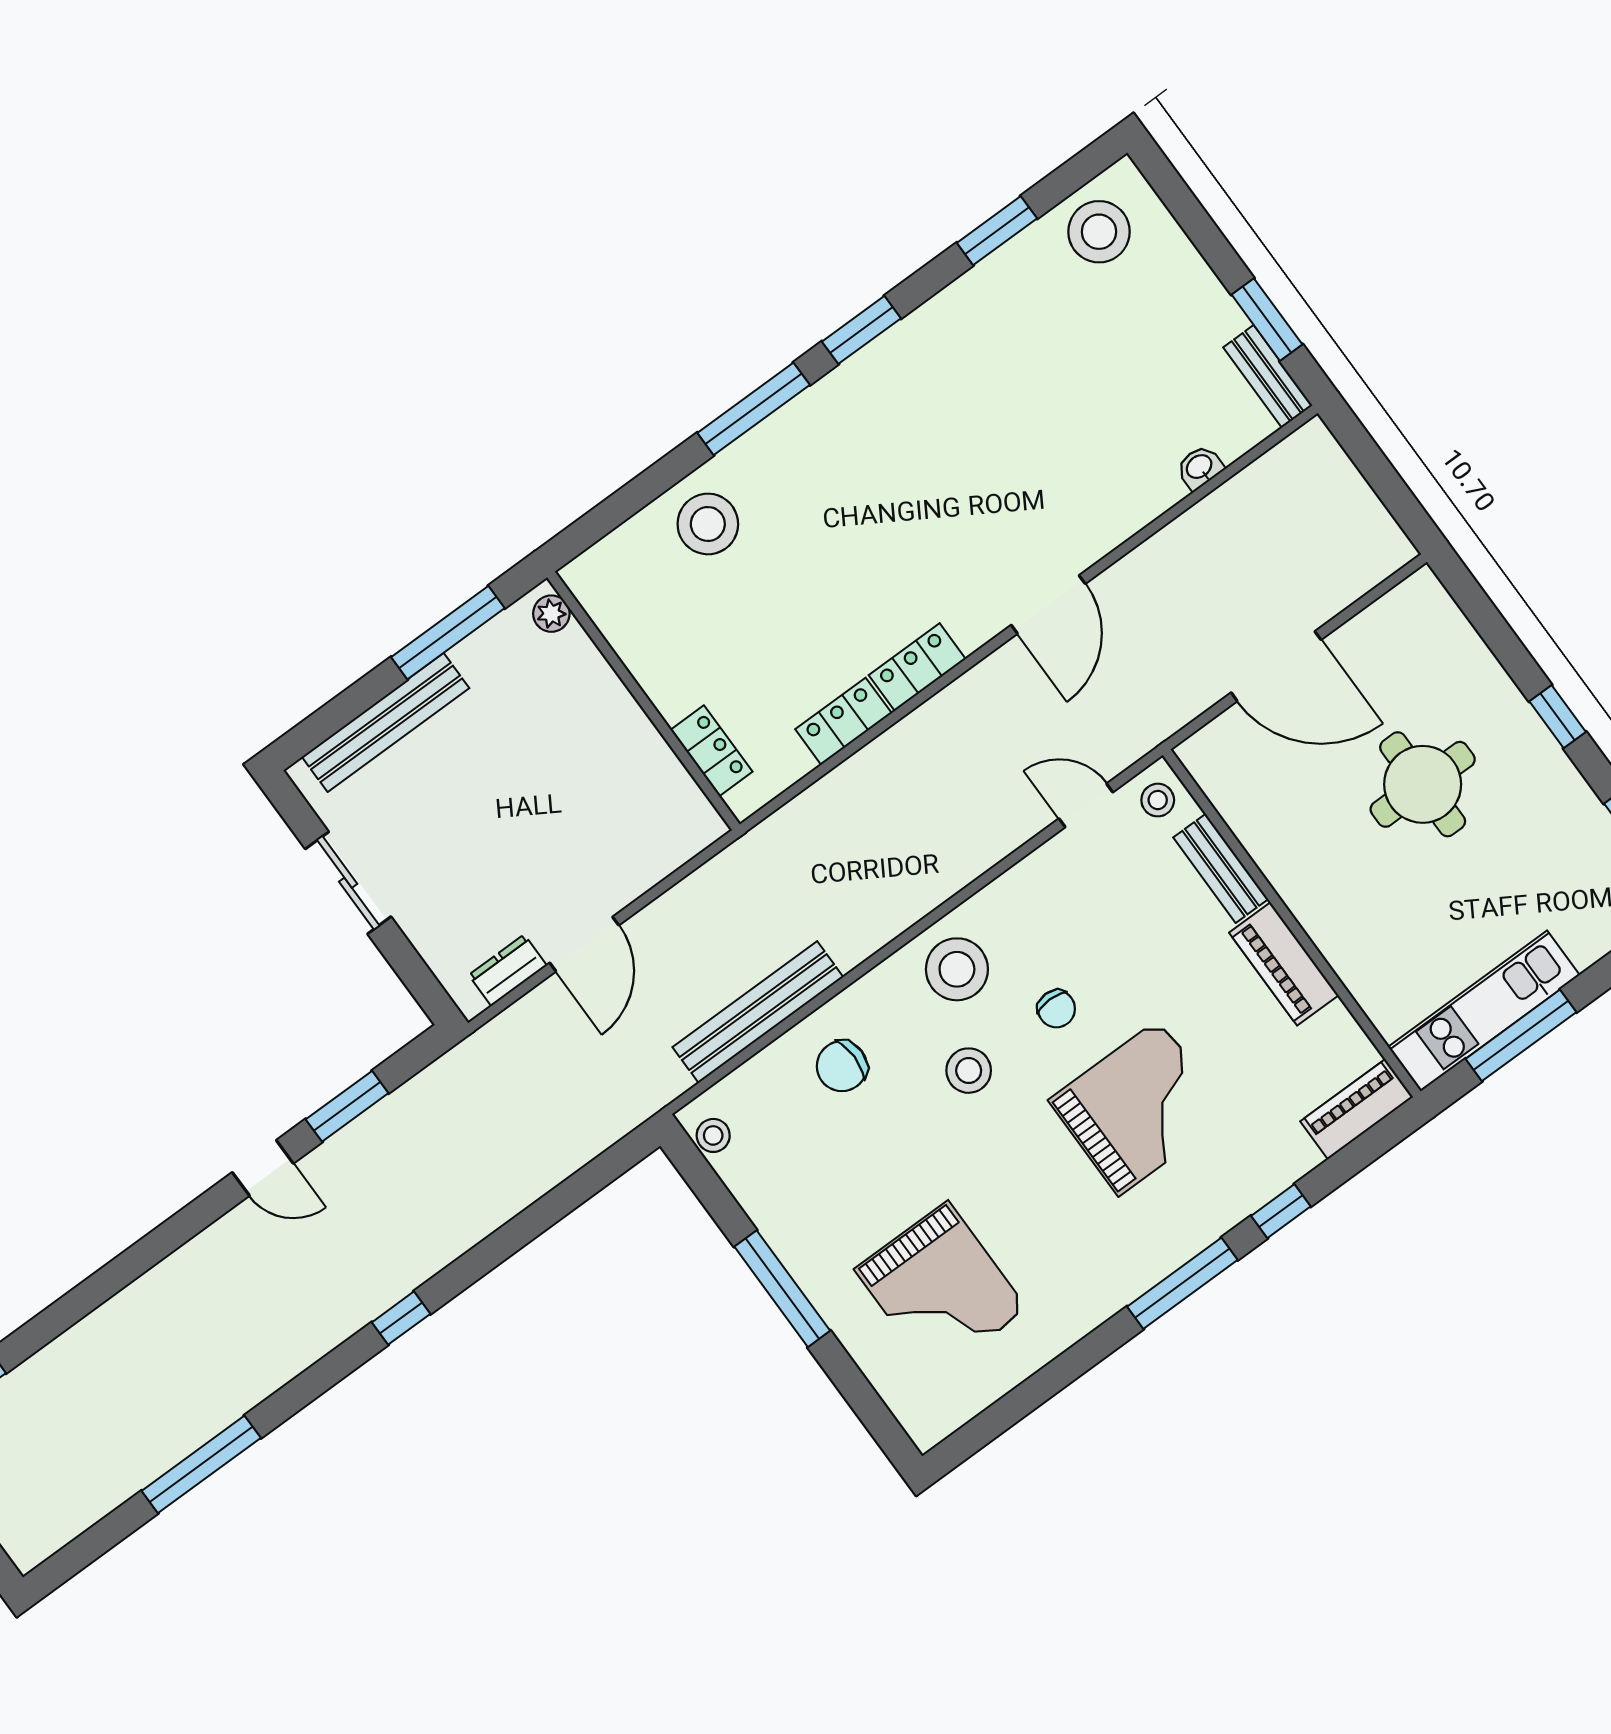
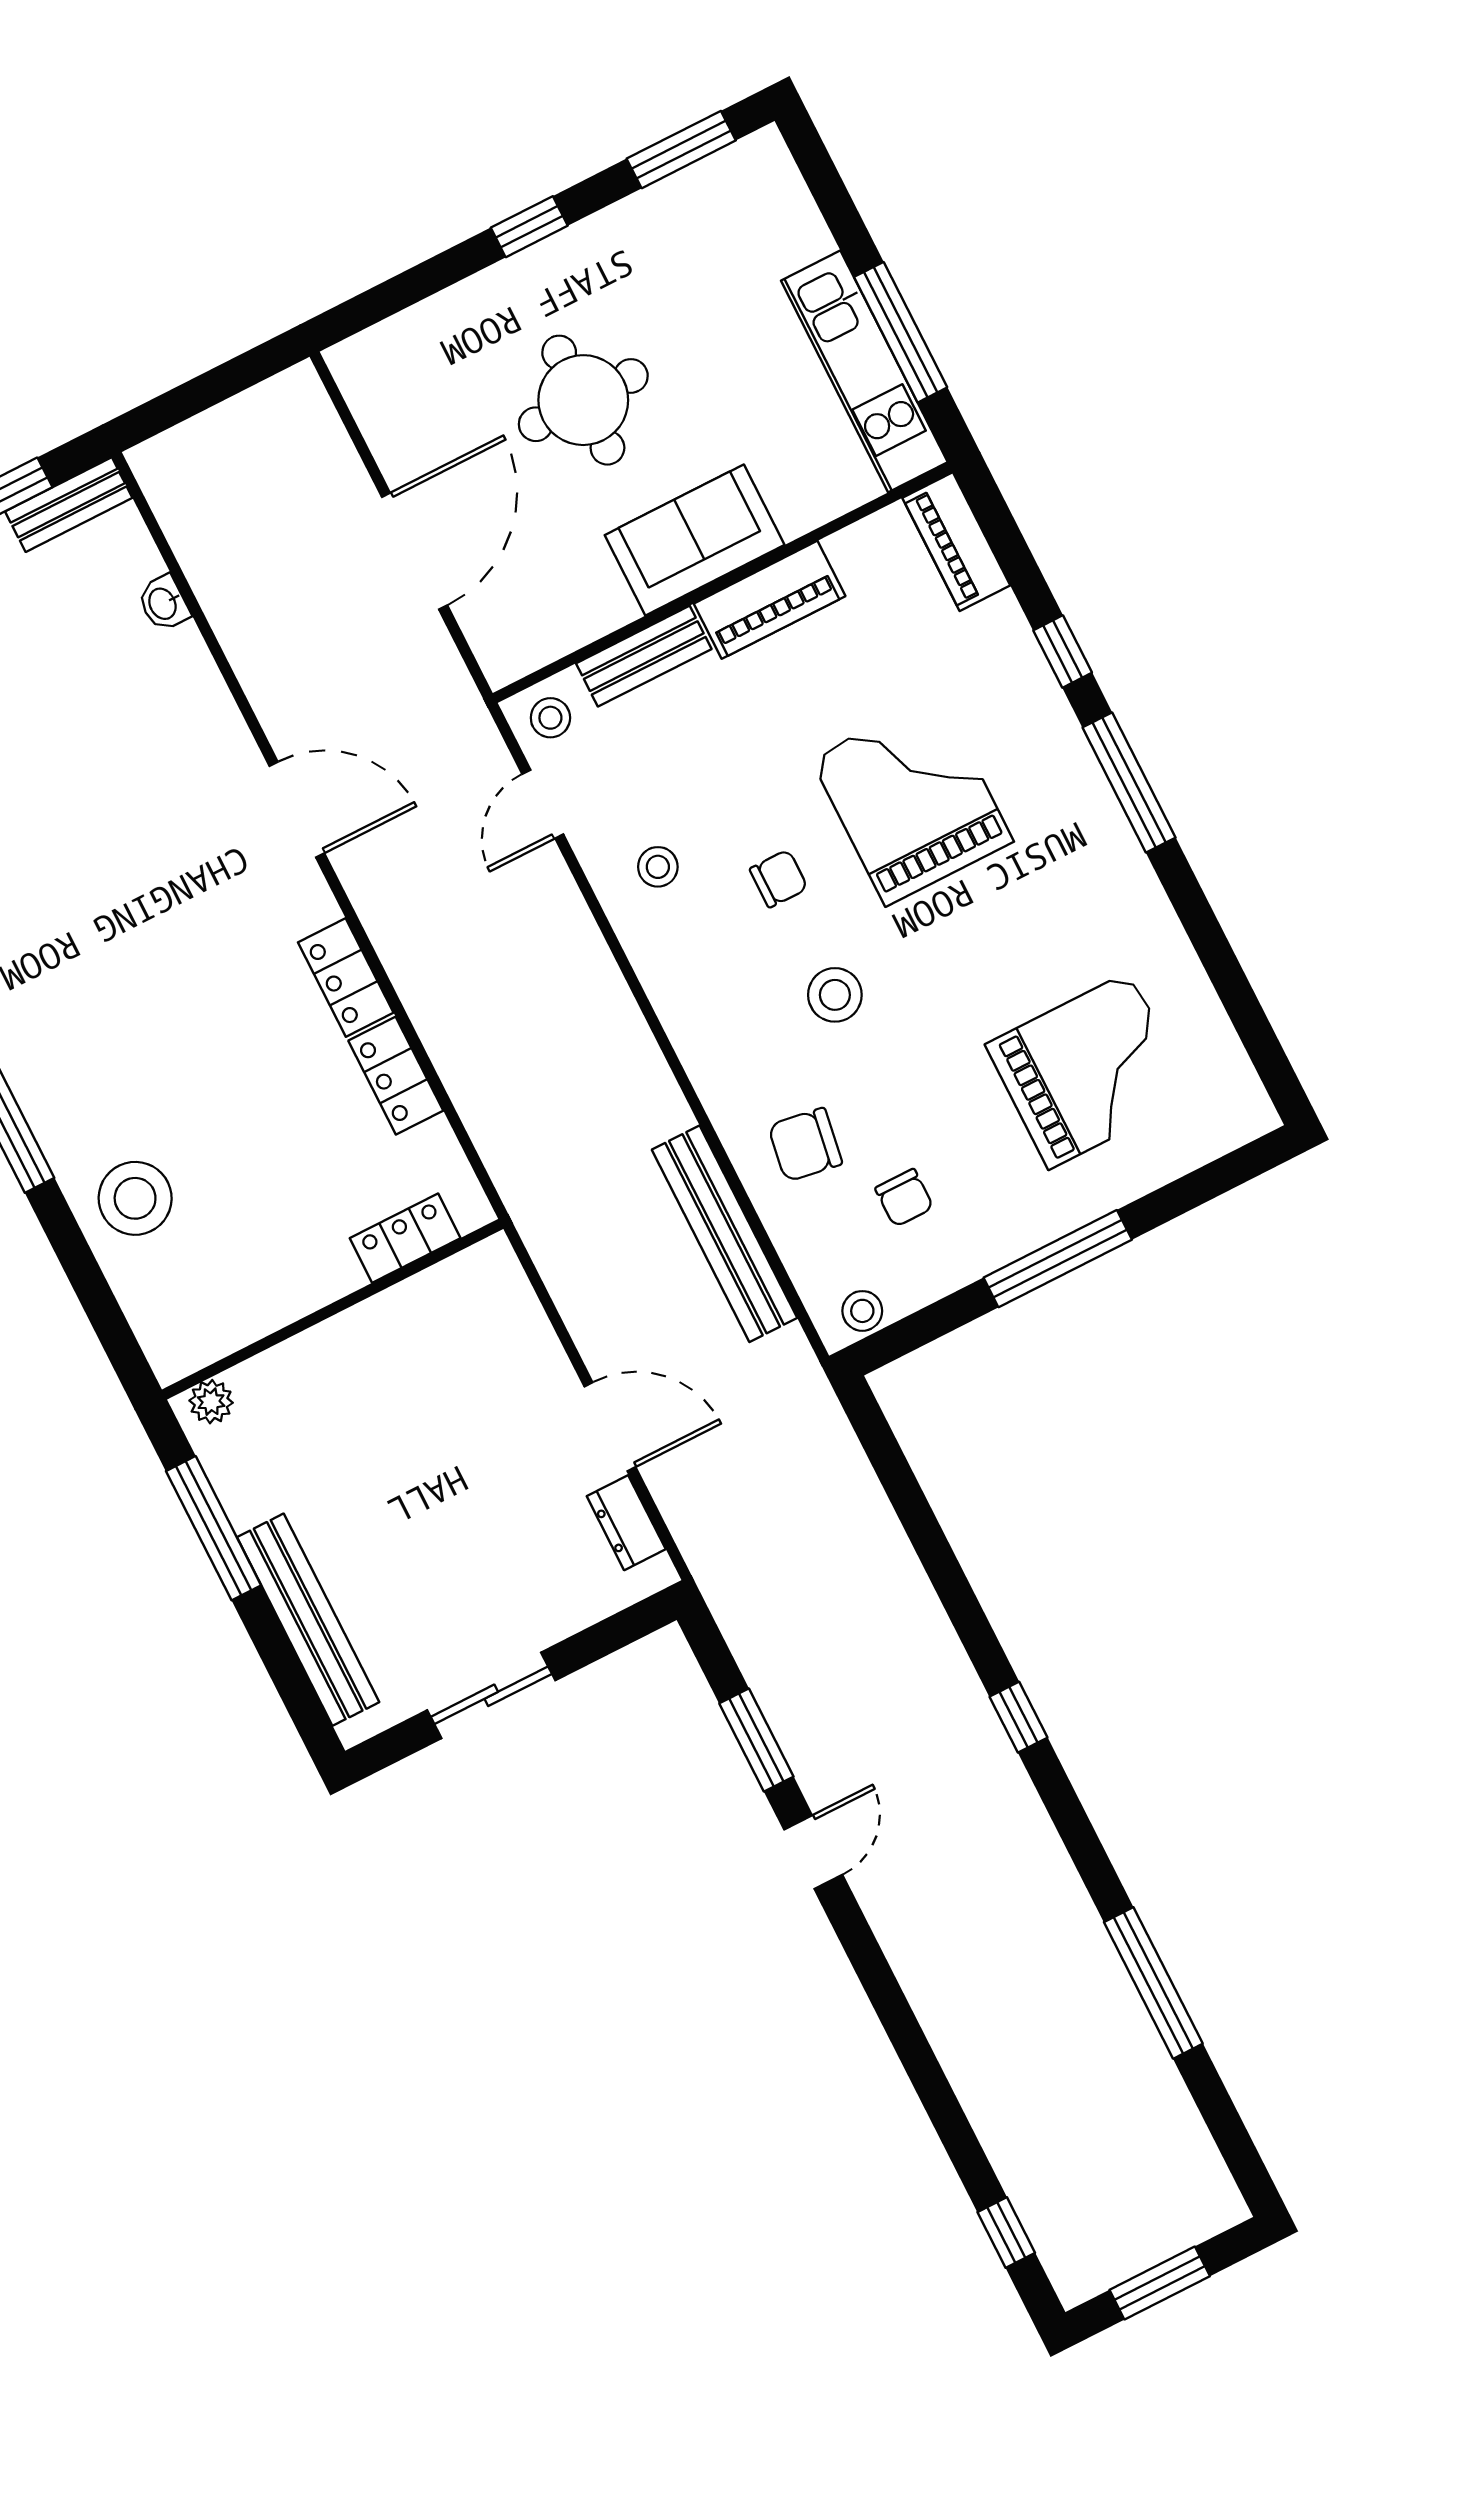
sofa: (1323, 894) -> (695, 540), added
stool: (957, 969) -> (658, 867), moved, width x0.53, depth x0.53
chair: (842, 1066) -> (805, 1145), turned 99
chair: (812, 1155) -> (904, 1198), added

